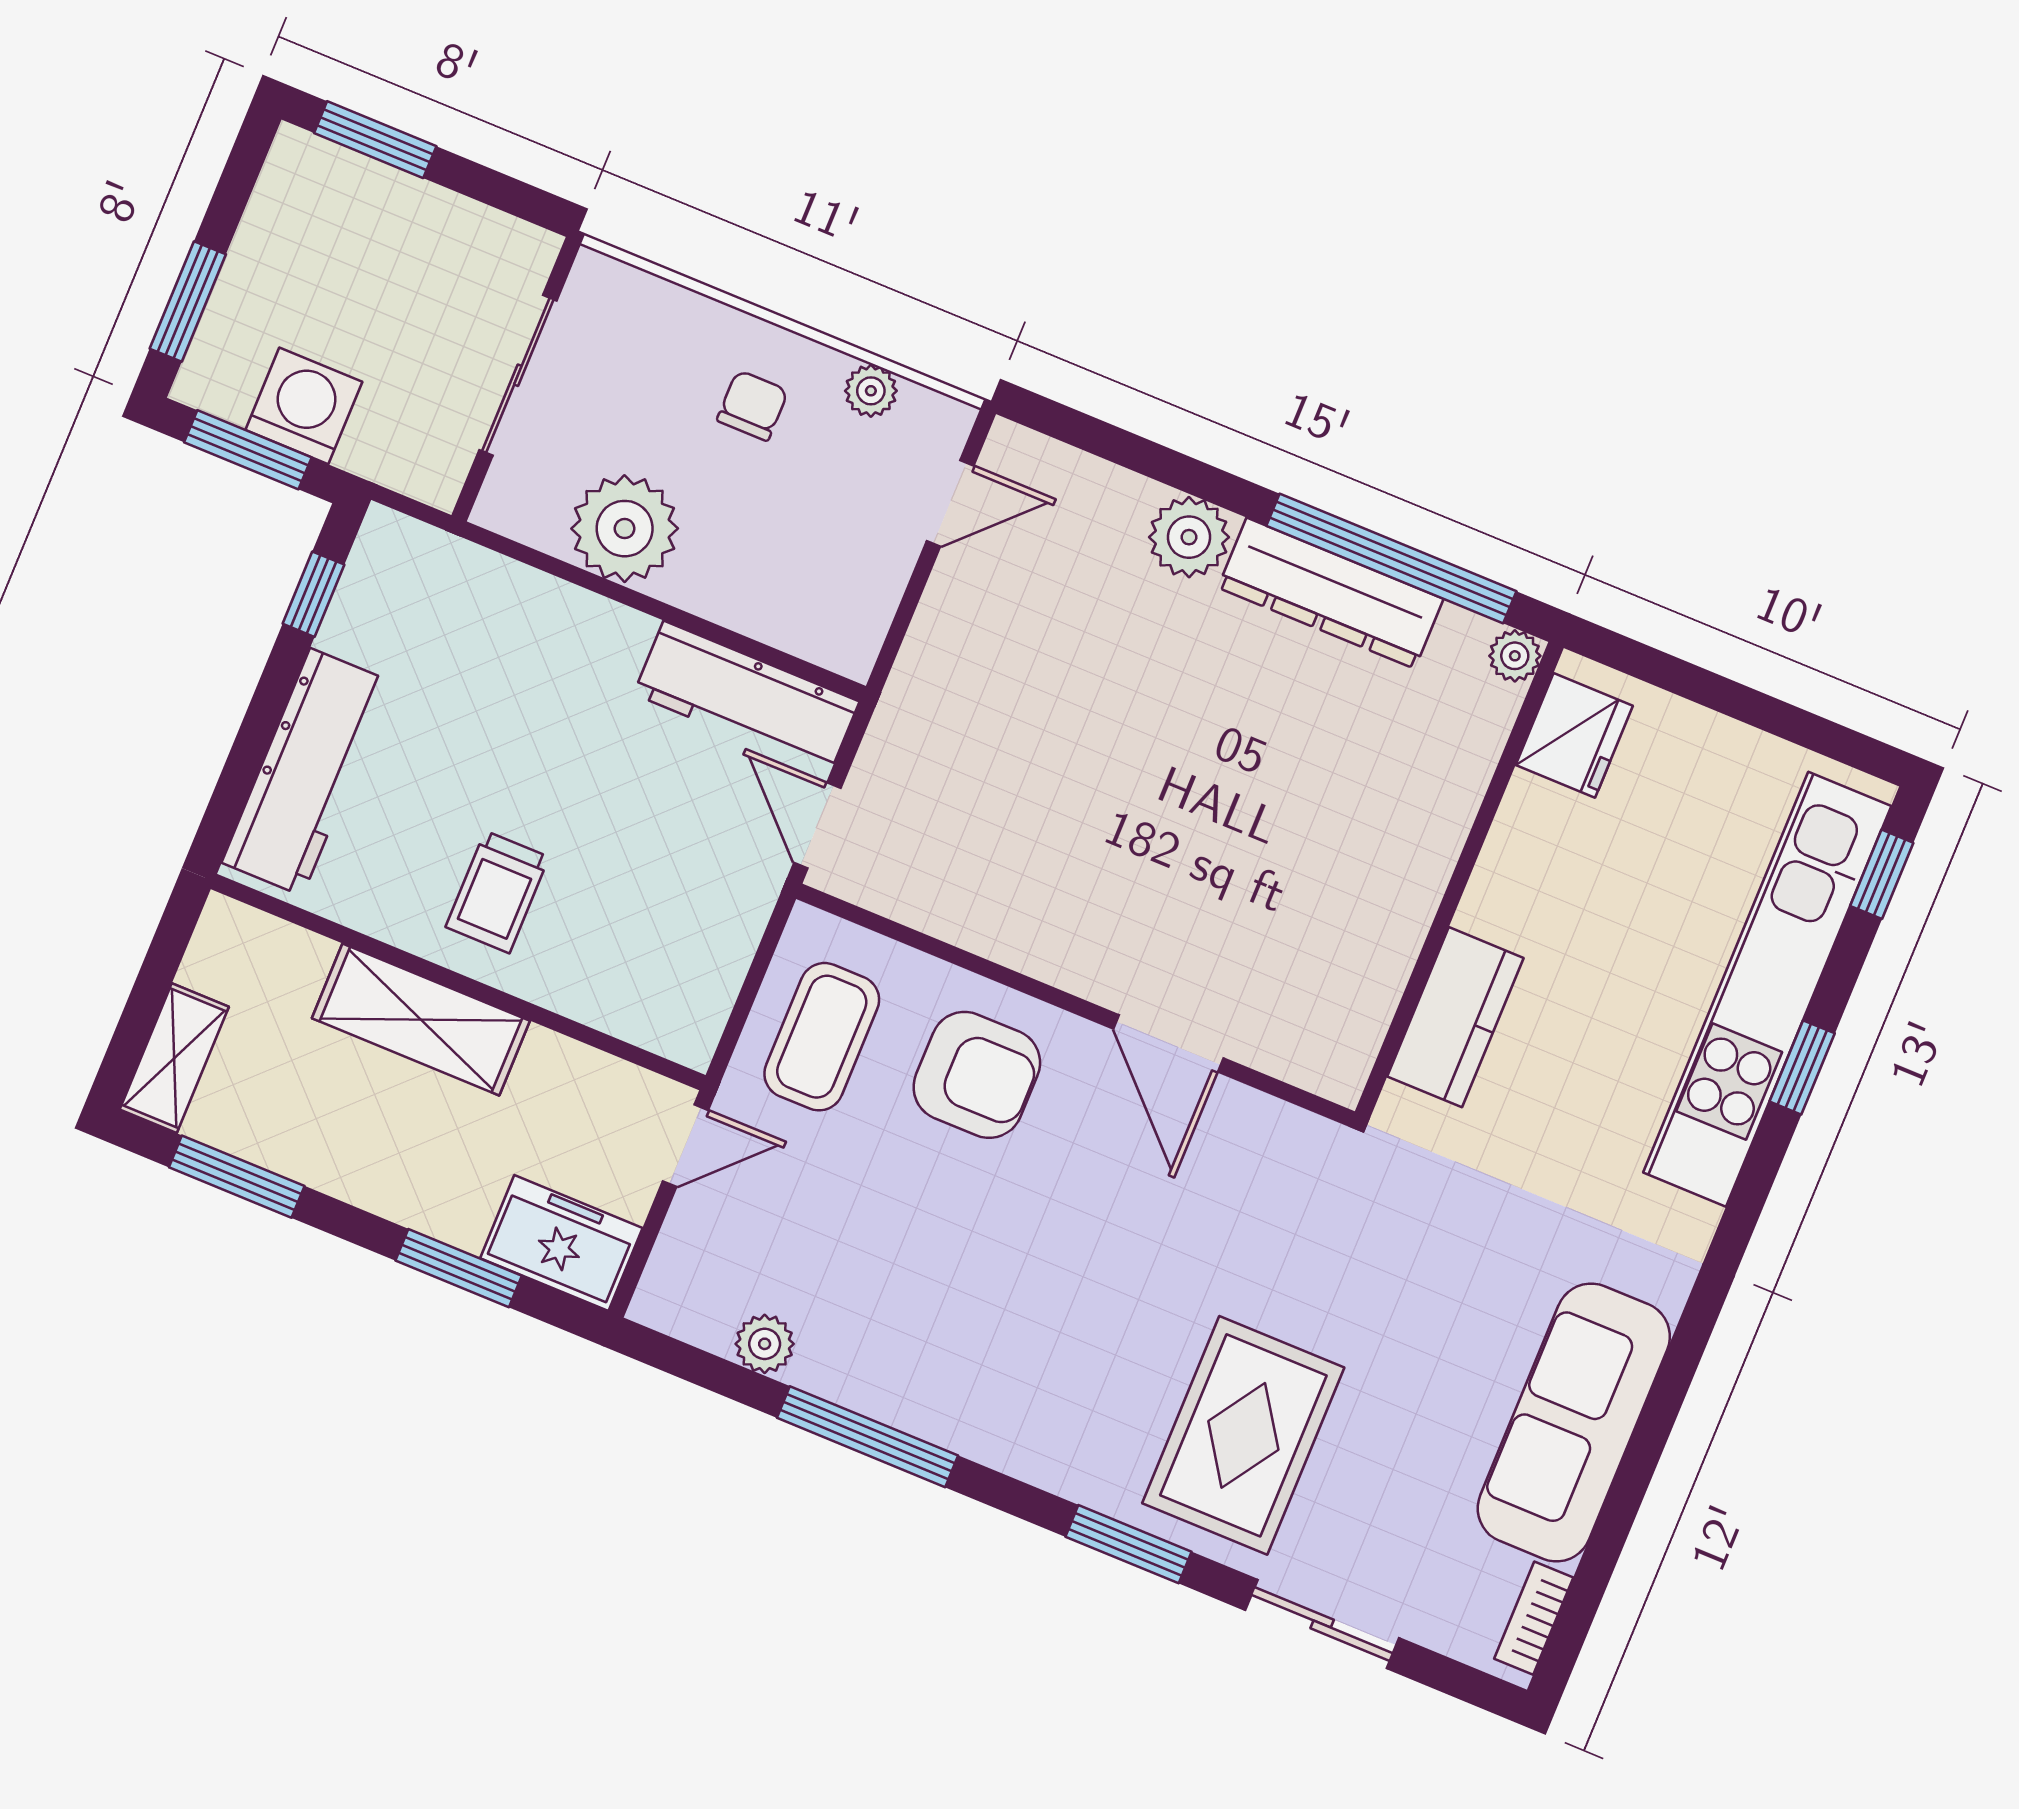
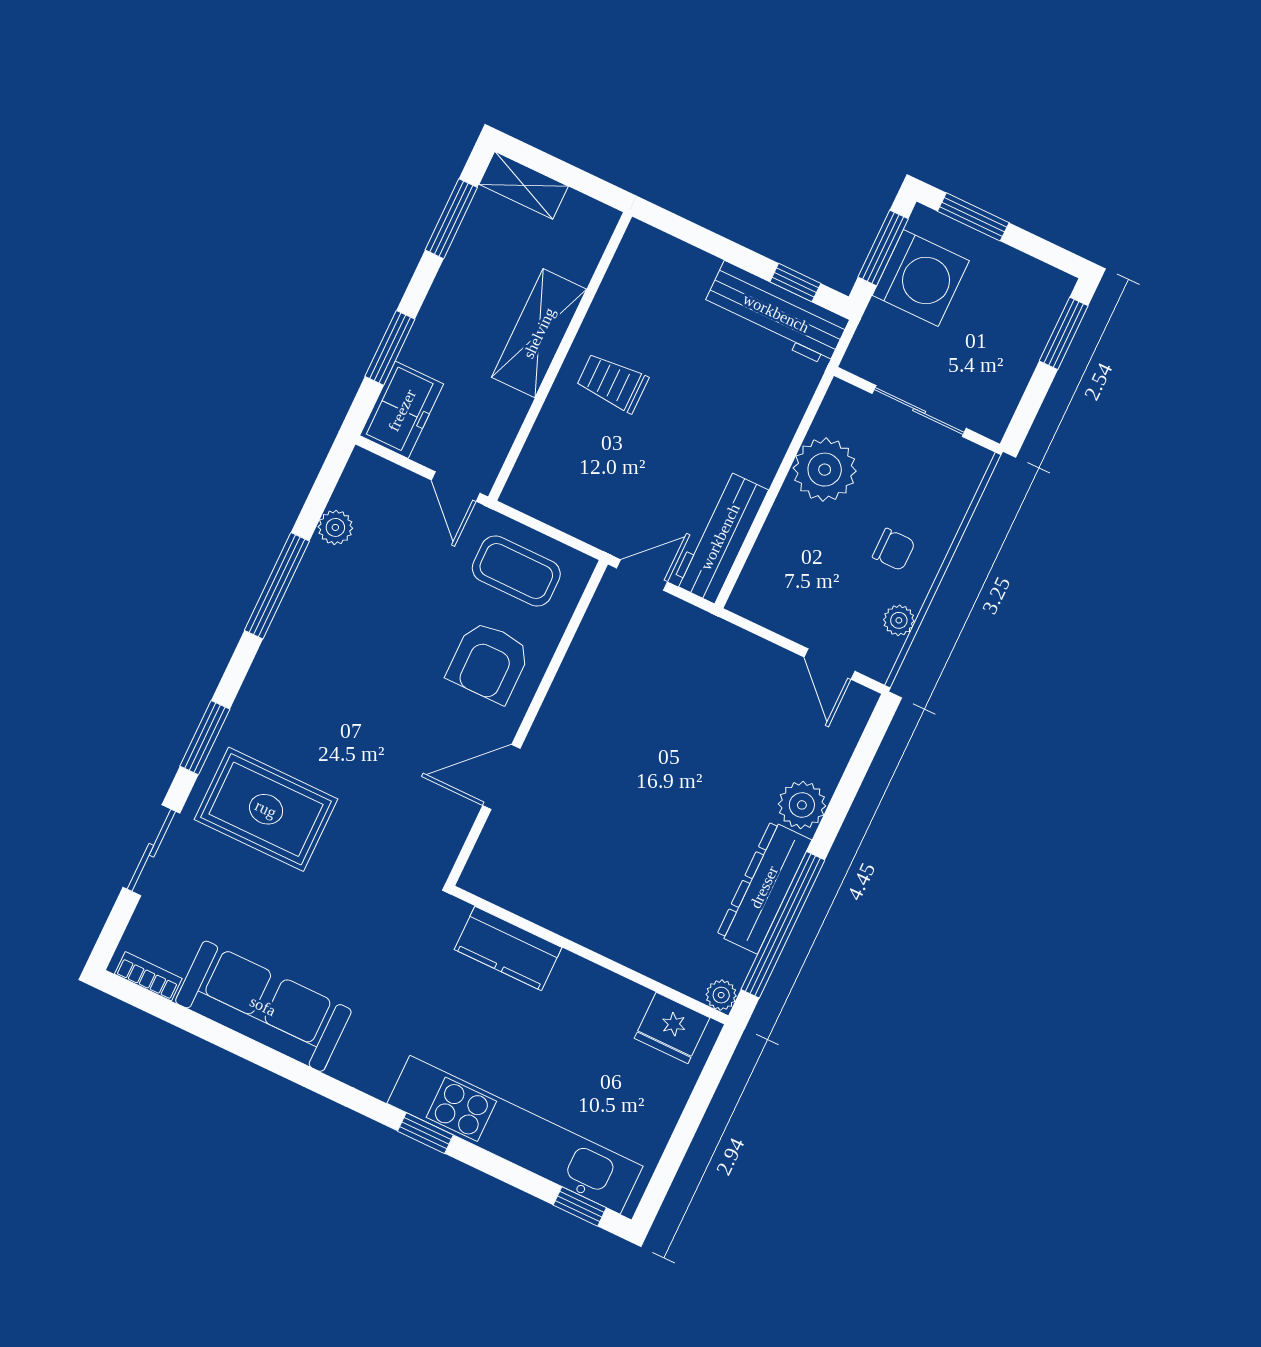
washing machine: (304, 406) -> (921, 278), width x1.37, depth x1.37
workbench: (306, 772) -> (776, 313), moved
window: (1802, 1067) -> (425, 1133), moved

